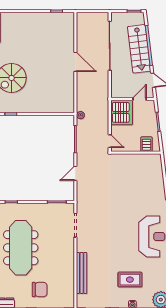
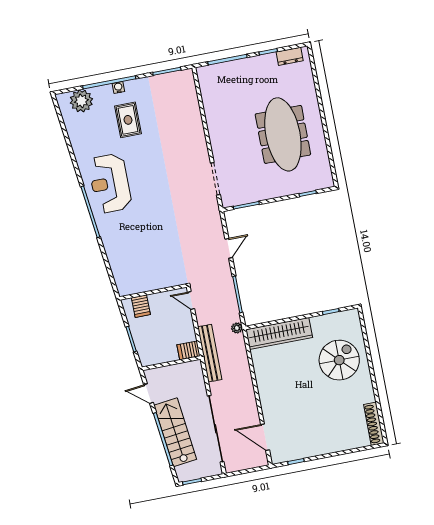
door: (75, 62) -> (265, 437), moved
door: (140, 99) -> (162, 365), removed
wardrobe: (51, 105) -> (279, 333), added
server rack: (122, 112) -> (189, 350), width x0.46, depth x0.70
bench: (82, 273) -> (210, 353), moved
rug: (130, 280) -> (128, 120), turned 90
chair: (40, 290) -> (247, 83), removed

